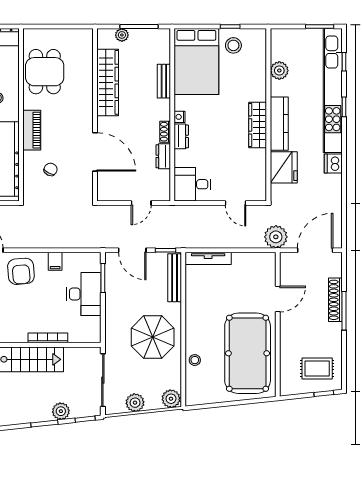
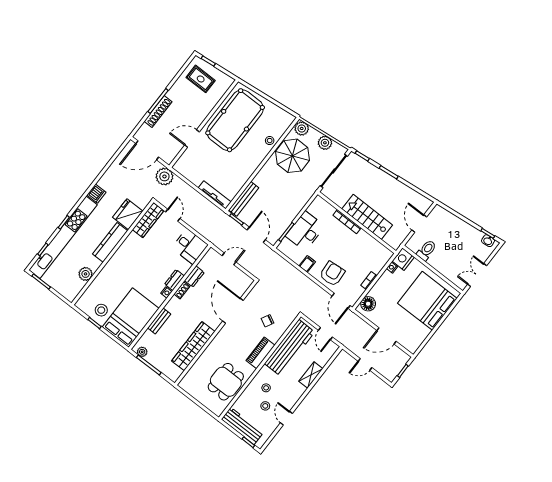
plant: (122, 35) -> (142, 352), moved
wardrobe: (258, 125) -> (148, 220), moved
parasol: (153, 337) -> (293, 156), moved
plant: (61, 411) -> (373, 172), removed

